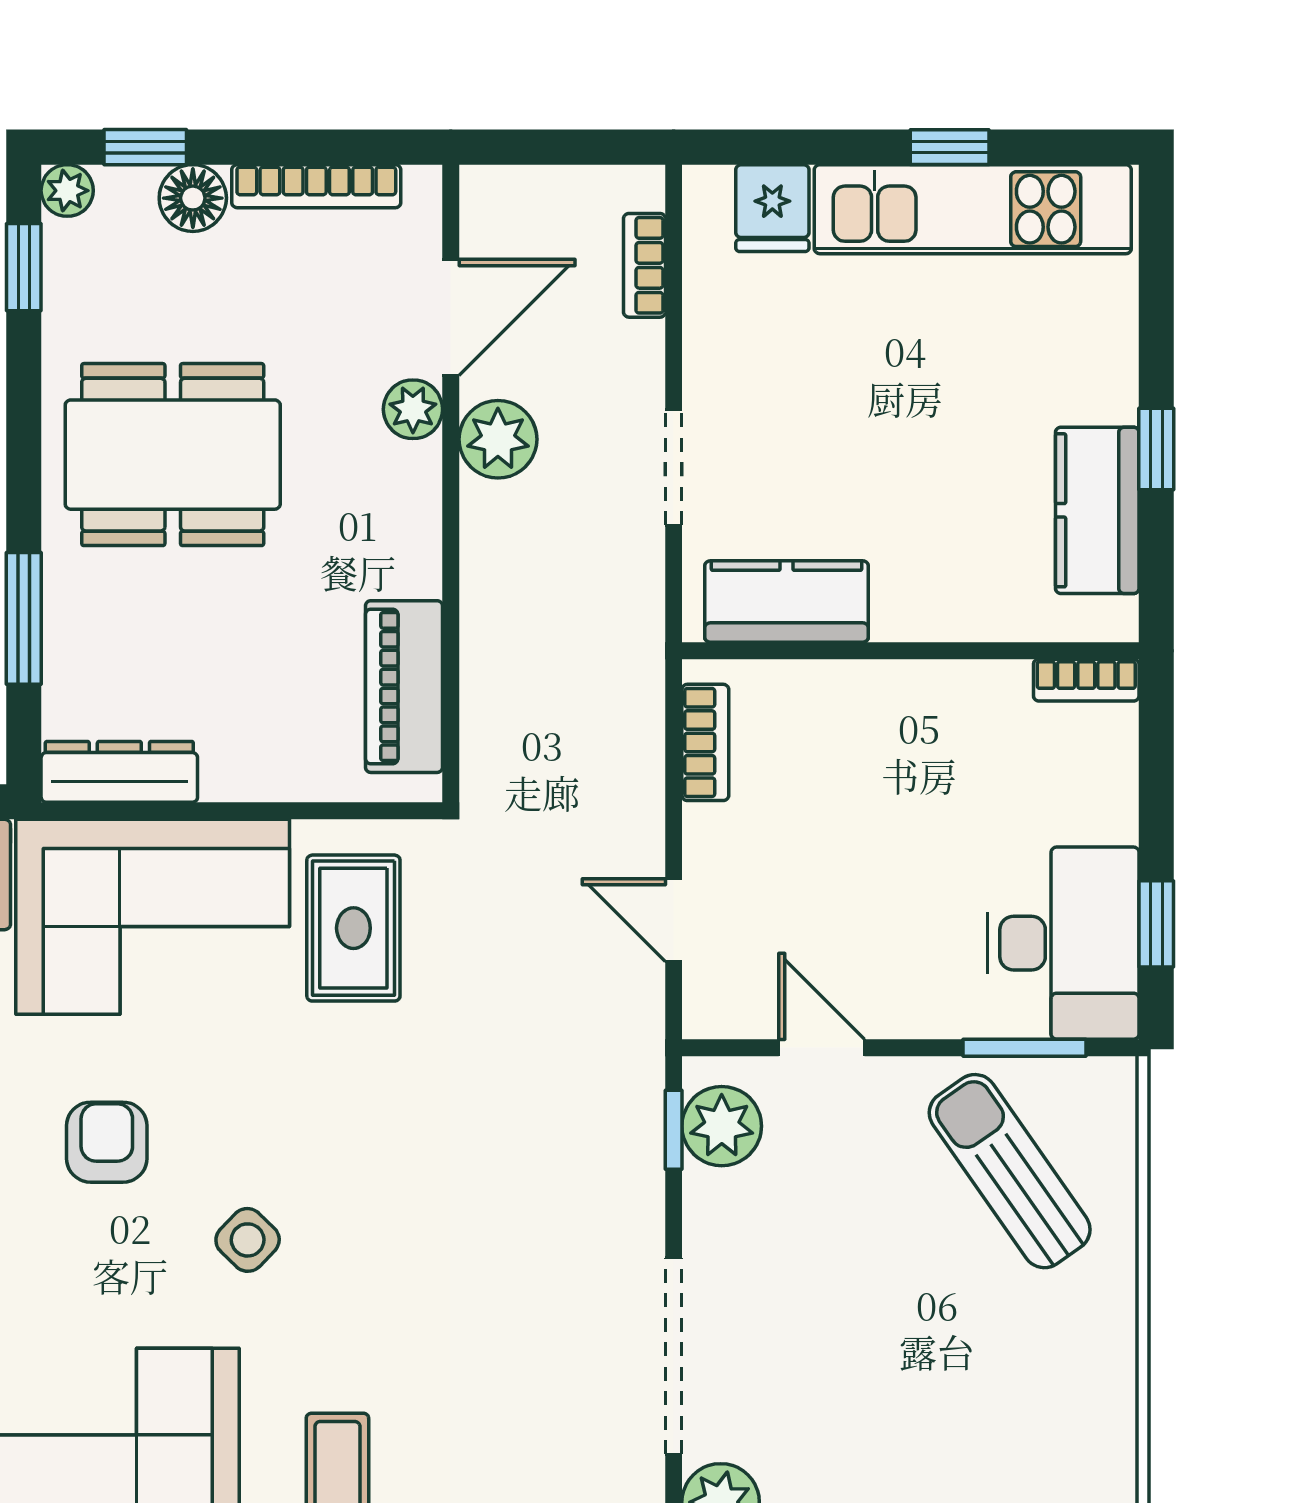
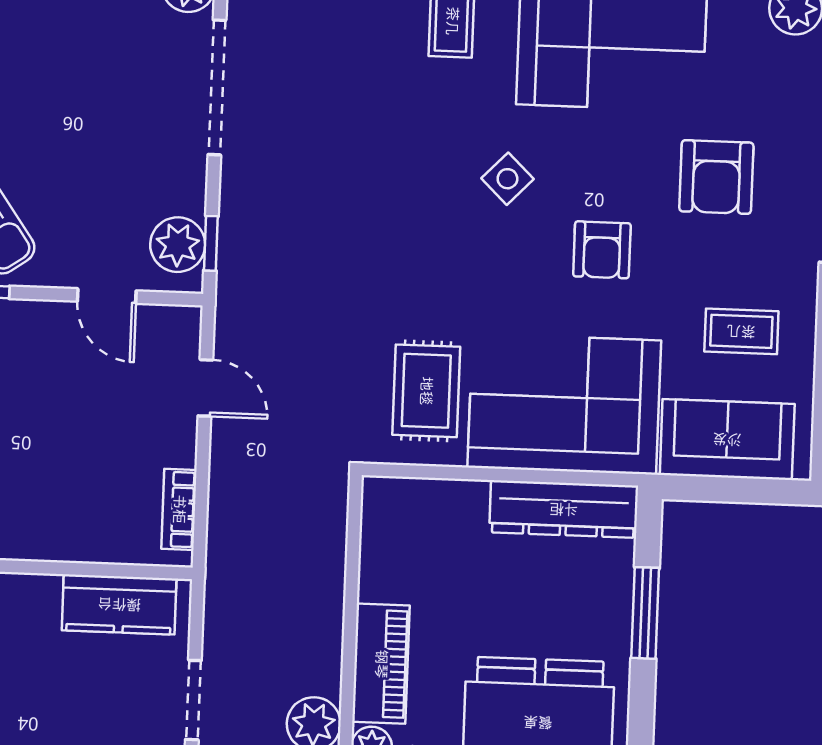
piano: (404, 687) -> (381, 664), moved
dresser: (119, 772) -> (564, 509), width x1.37, depth x1.24

